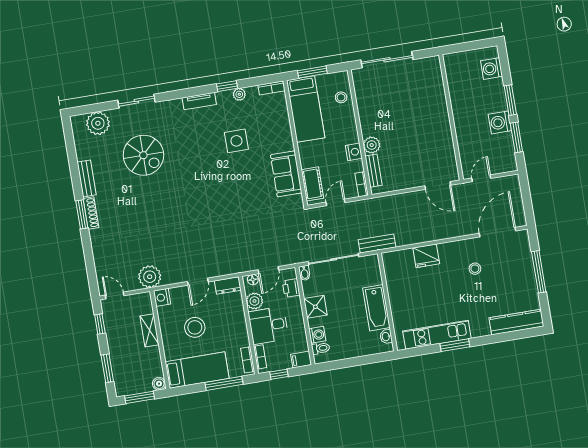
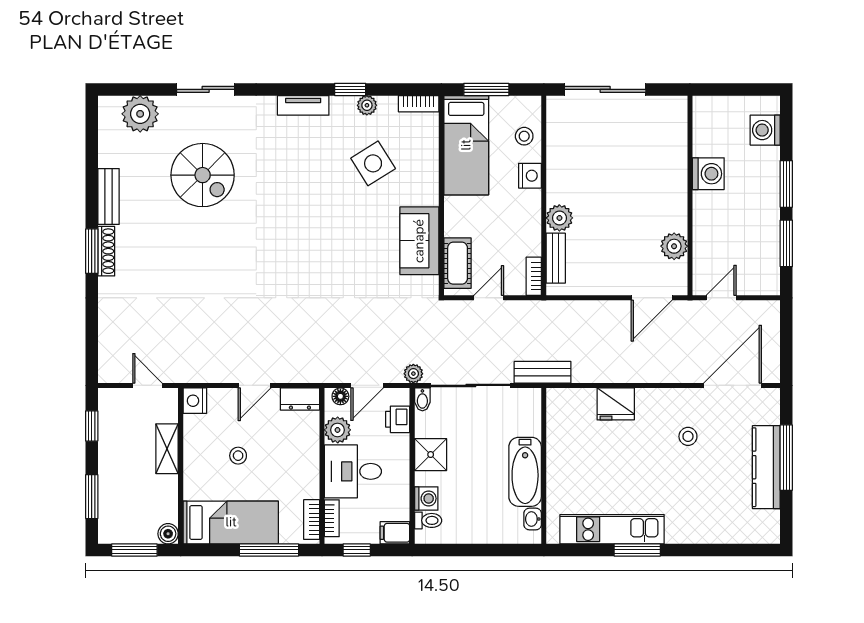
washing machine: (500, 122) -> (708, 174), moved, turned 180
side table: (236, 141) -> (373, 163), moved, turned -32
plant: (446, 151) -> (674, 246), added
nightstand: (354, 152) -> (530, 176), moved
door: (438, 185) -> (652, 298), hinge flipped
plant: (150, 277) -> (413, 374), moved, width x0.53, depth x0.53
door: (115, 295) -> (148, 385), moved
kitchen counter: (516, 322) -> (766, 467), moved, turned -90
stool: (195, 327) -> (238, 456), width x0.53, depth x0.53

